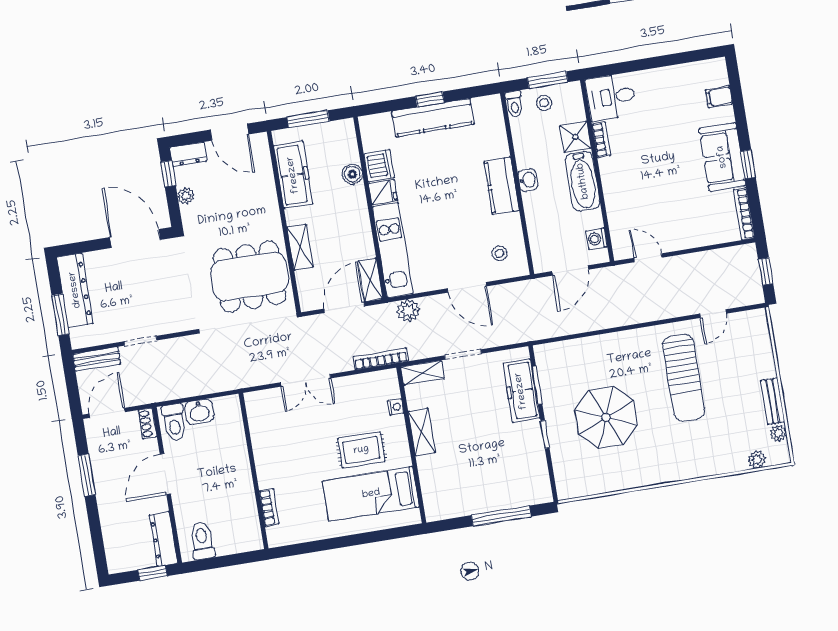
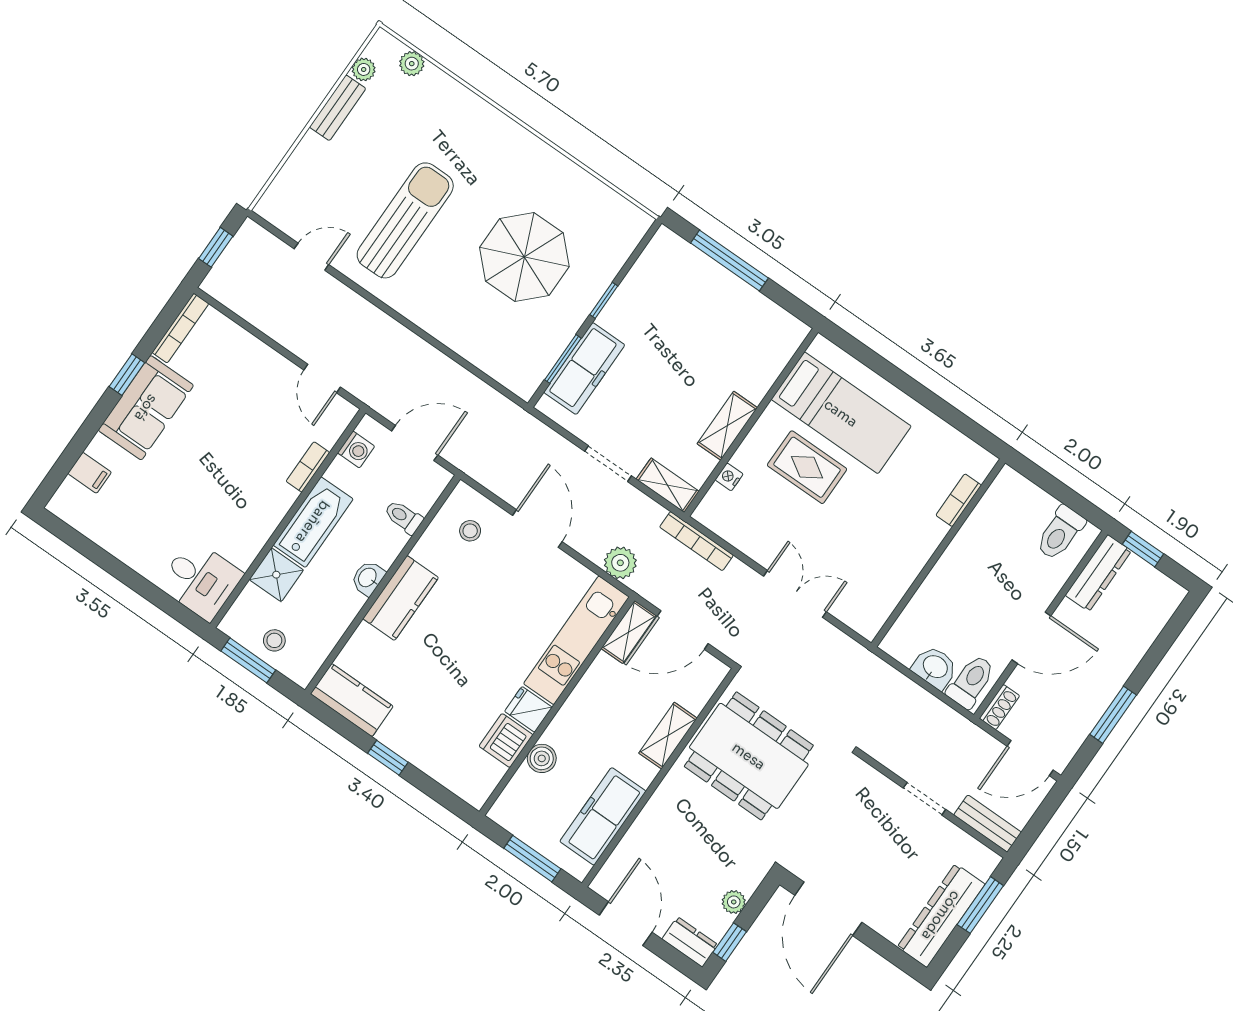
toilet: (514, 104) -> (403, 517), moved, turned -90
kitchen counter: (433, 118) -> (352, 700), moved, width x0.67
bookcase: (601, 140) -> (308, 467), moved

